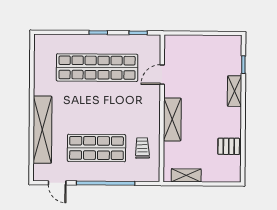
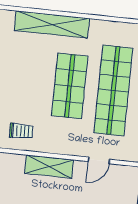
door: (162, 75) -> (99, 160), swing flipped
shop shelf: (96, 148) -> (70, 86), moved

